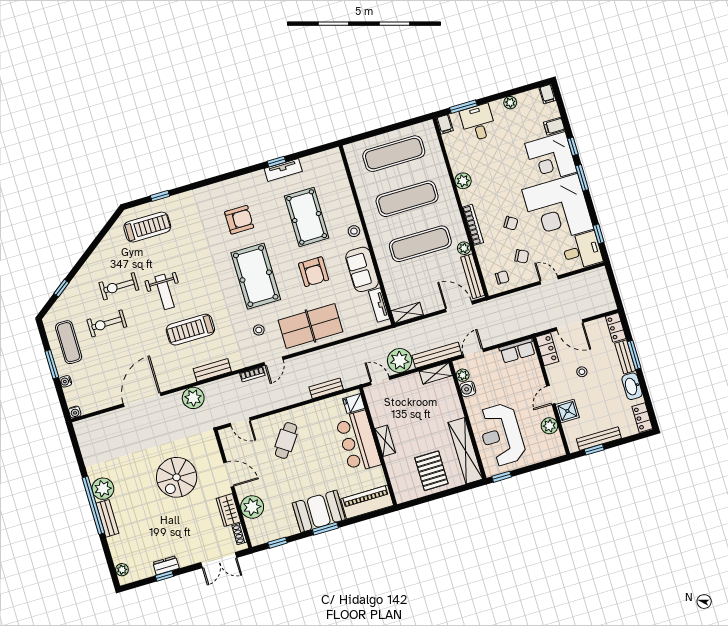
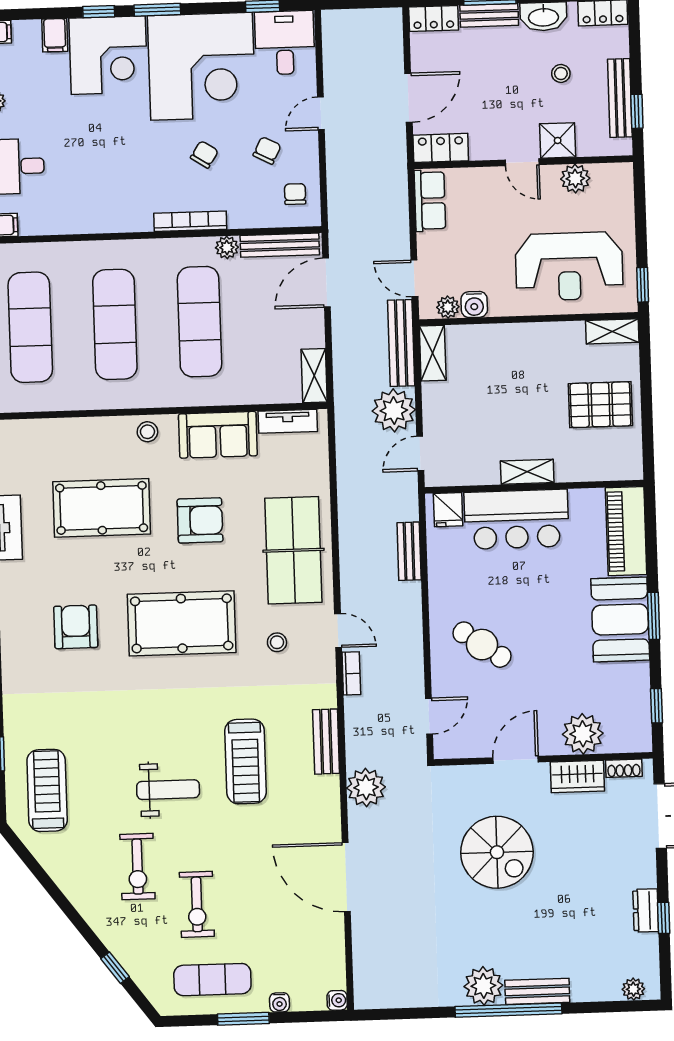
plant: (463, 181) -> (109, 219), removed
stool: (582, 372) -> (561, 73), moved
shelving: (465, 451) -> (612, 331), width x0.45, depth x0.75

